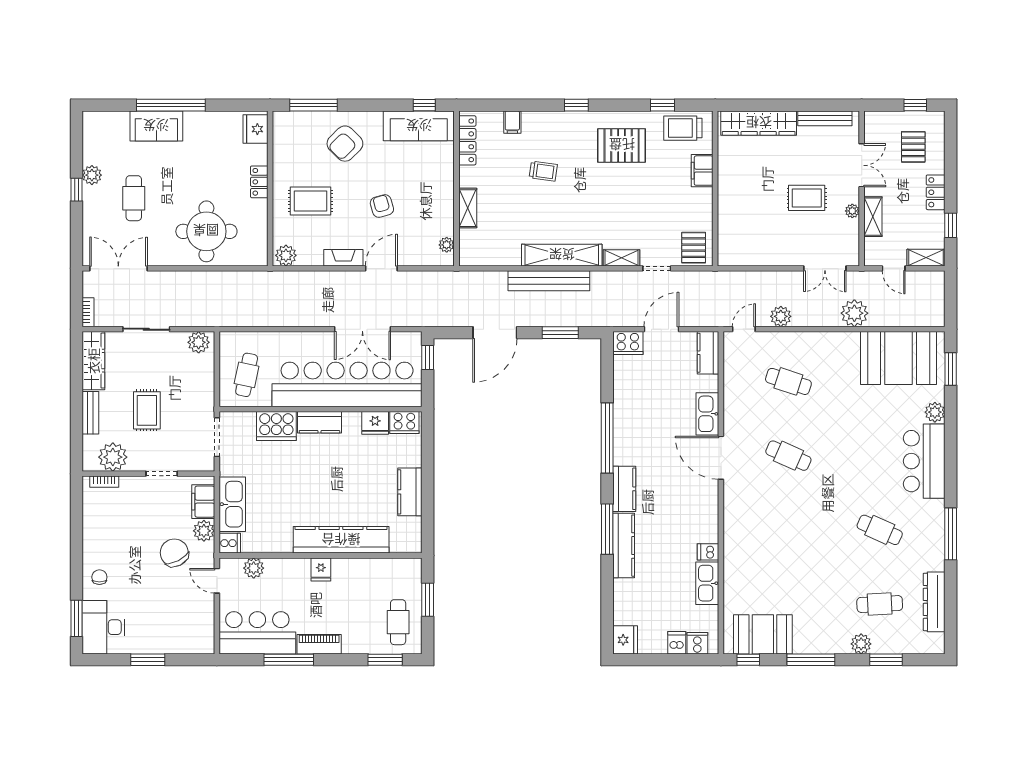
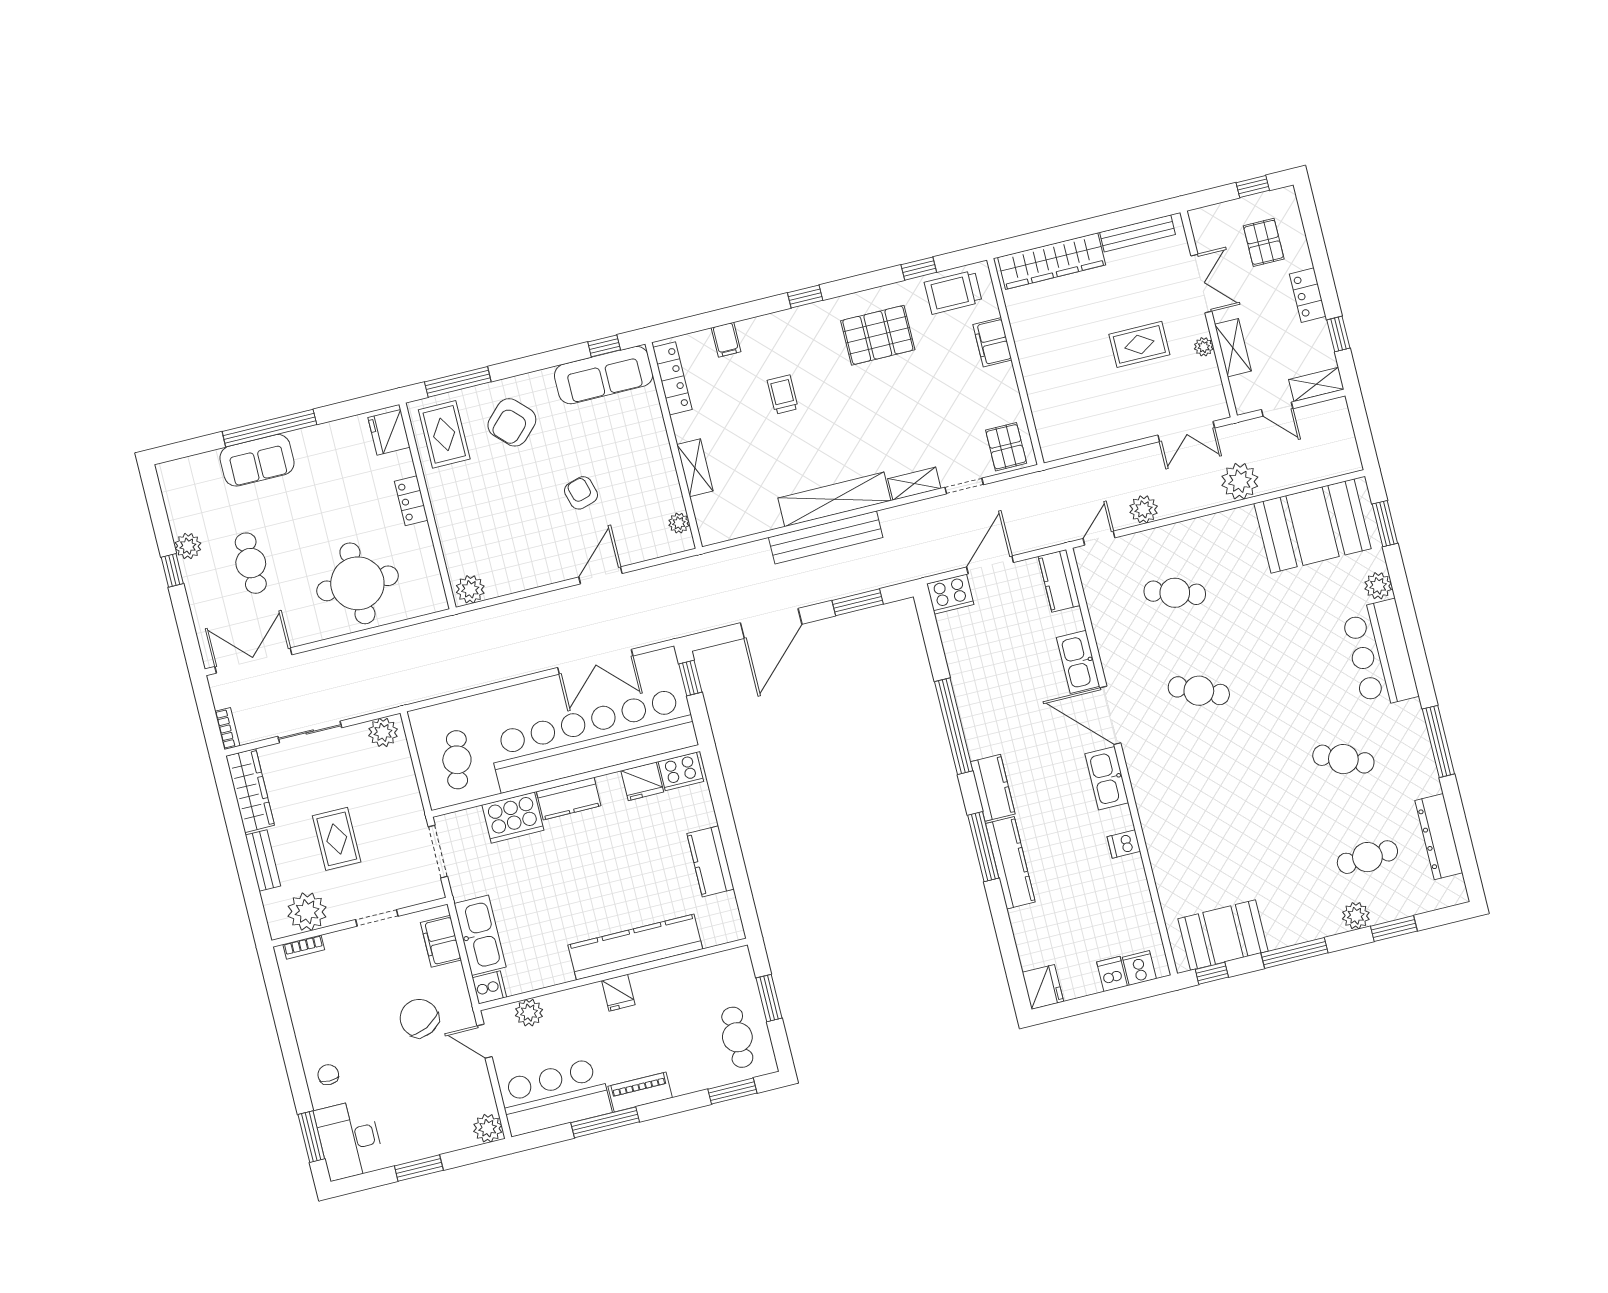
trolley: (543, 171) -> (783, 394), turned -98
rug: (310, 201) -> (444, 434), moved, turned 90
fireplace: (343, 258) -> (547, 574), removed
plant: (204, 531) -> (488, 1128), moved
kitchen sink: (707, 583) -> (1107, 778), moved

